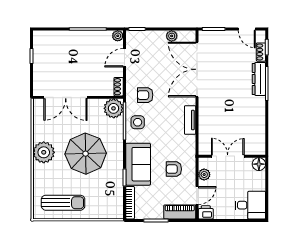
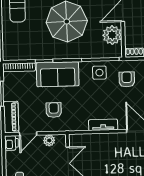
plant: (114, 108) -> (112, 35), moved
door: (197, 196) -> (28, 134), hinge flipped

